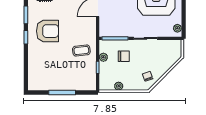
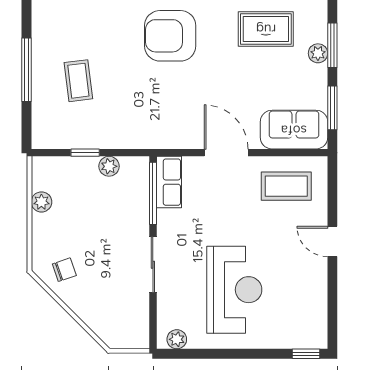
armchair: (48, 31) -> (170, 36), turned 90
row of seats: (110, 32) -> (169, 182), added
coffee table: (81, 50) -> (78, 81), moved
chair: (124, 56) -> (111, 214), removed

